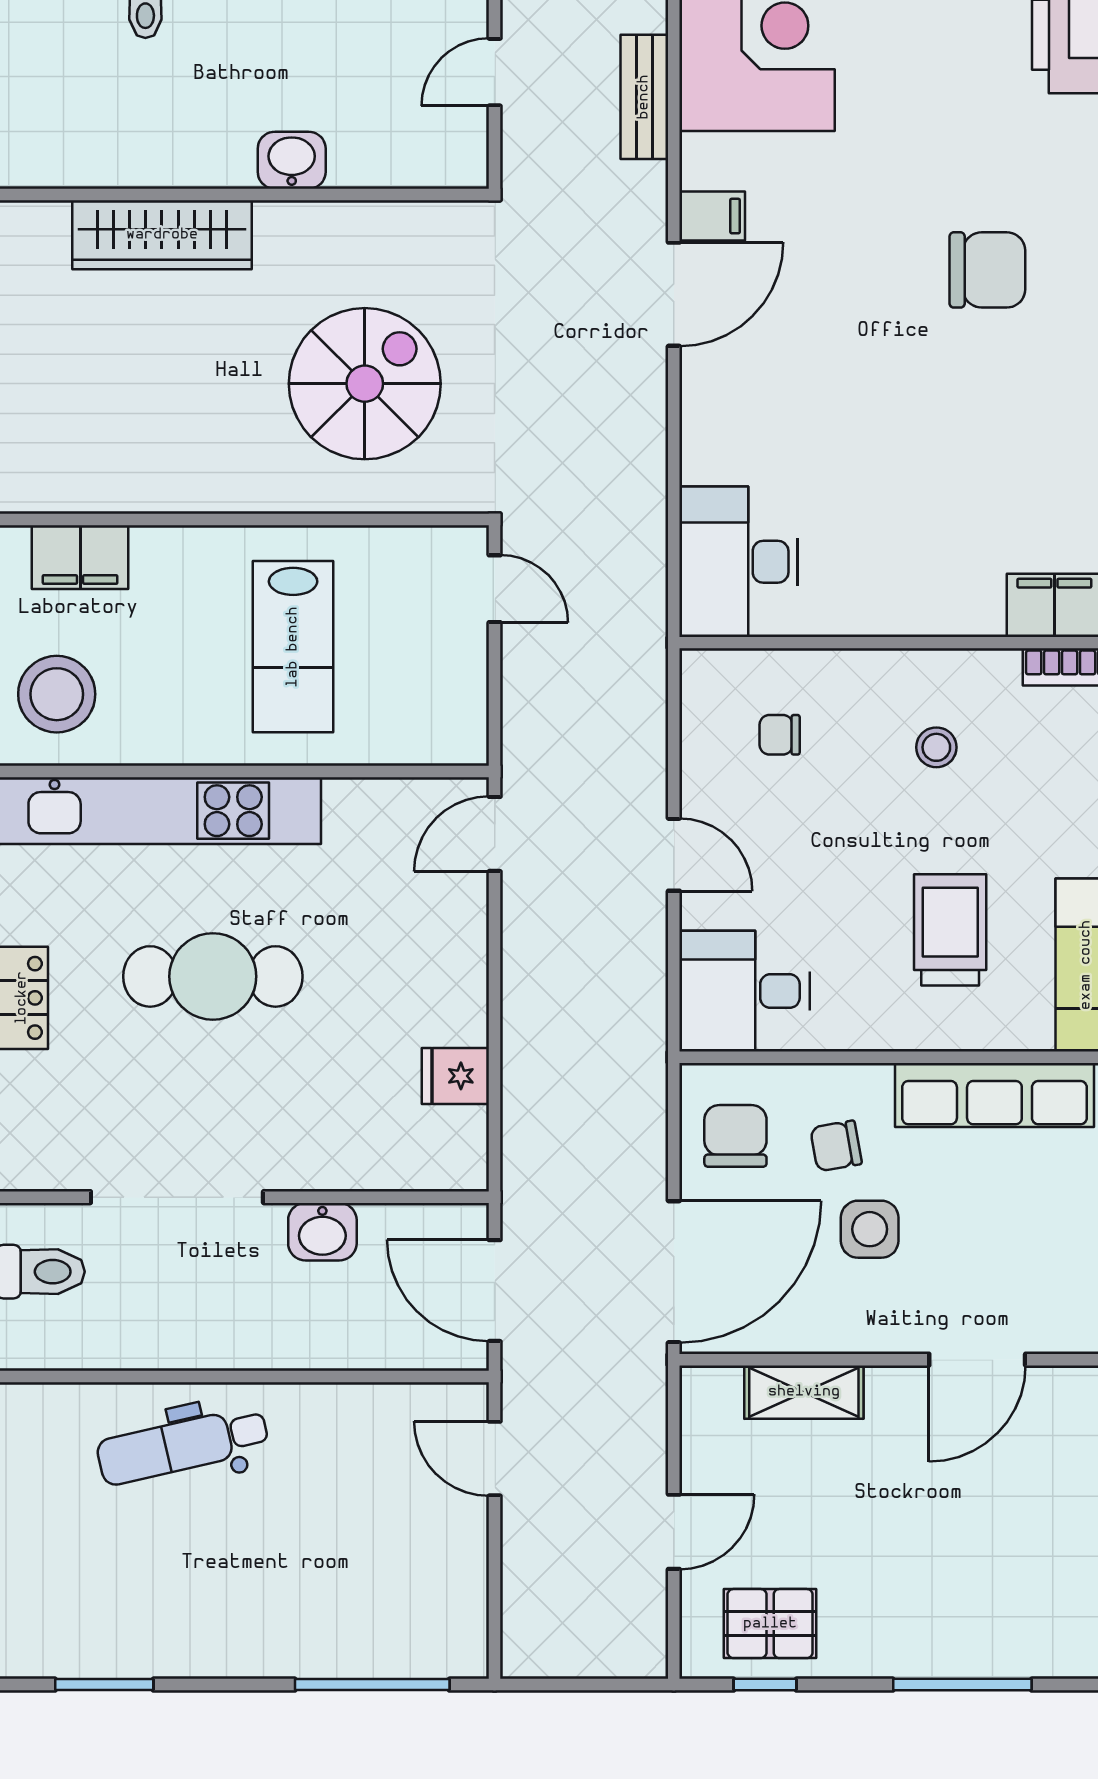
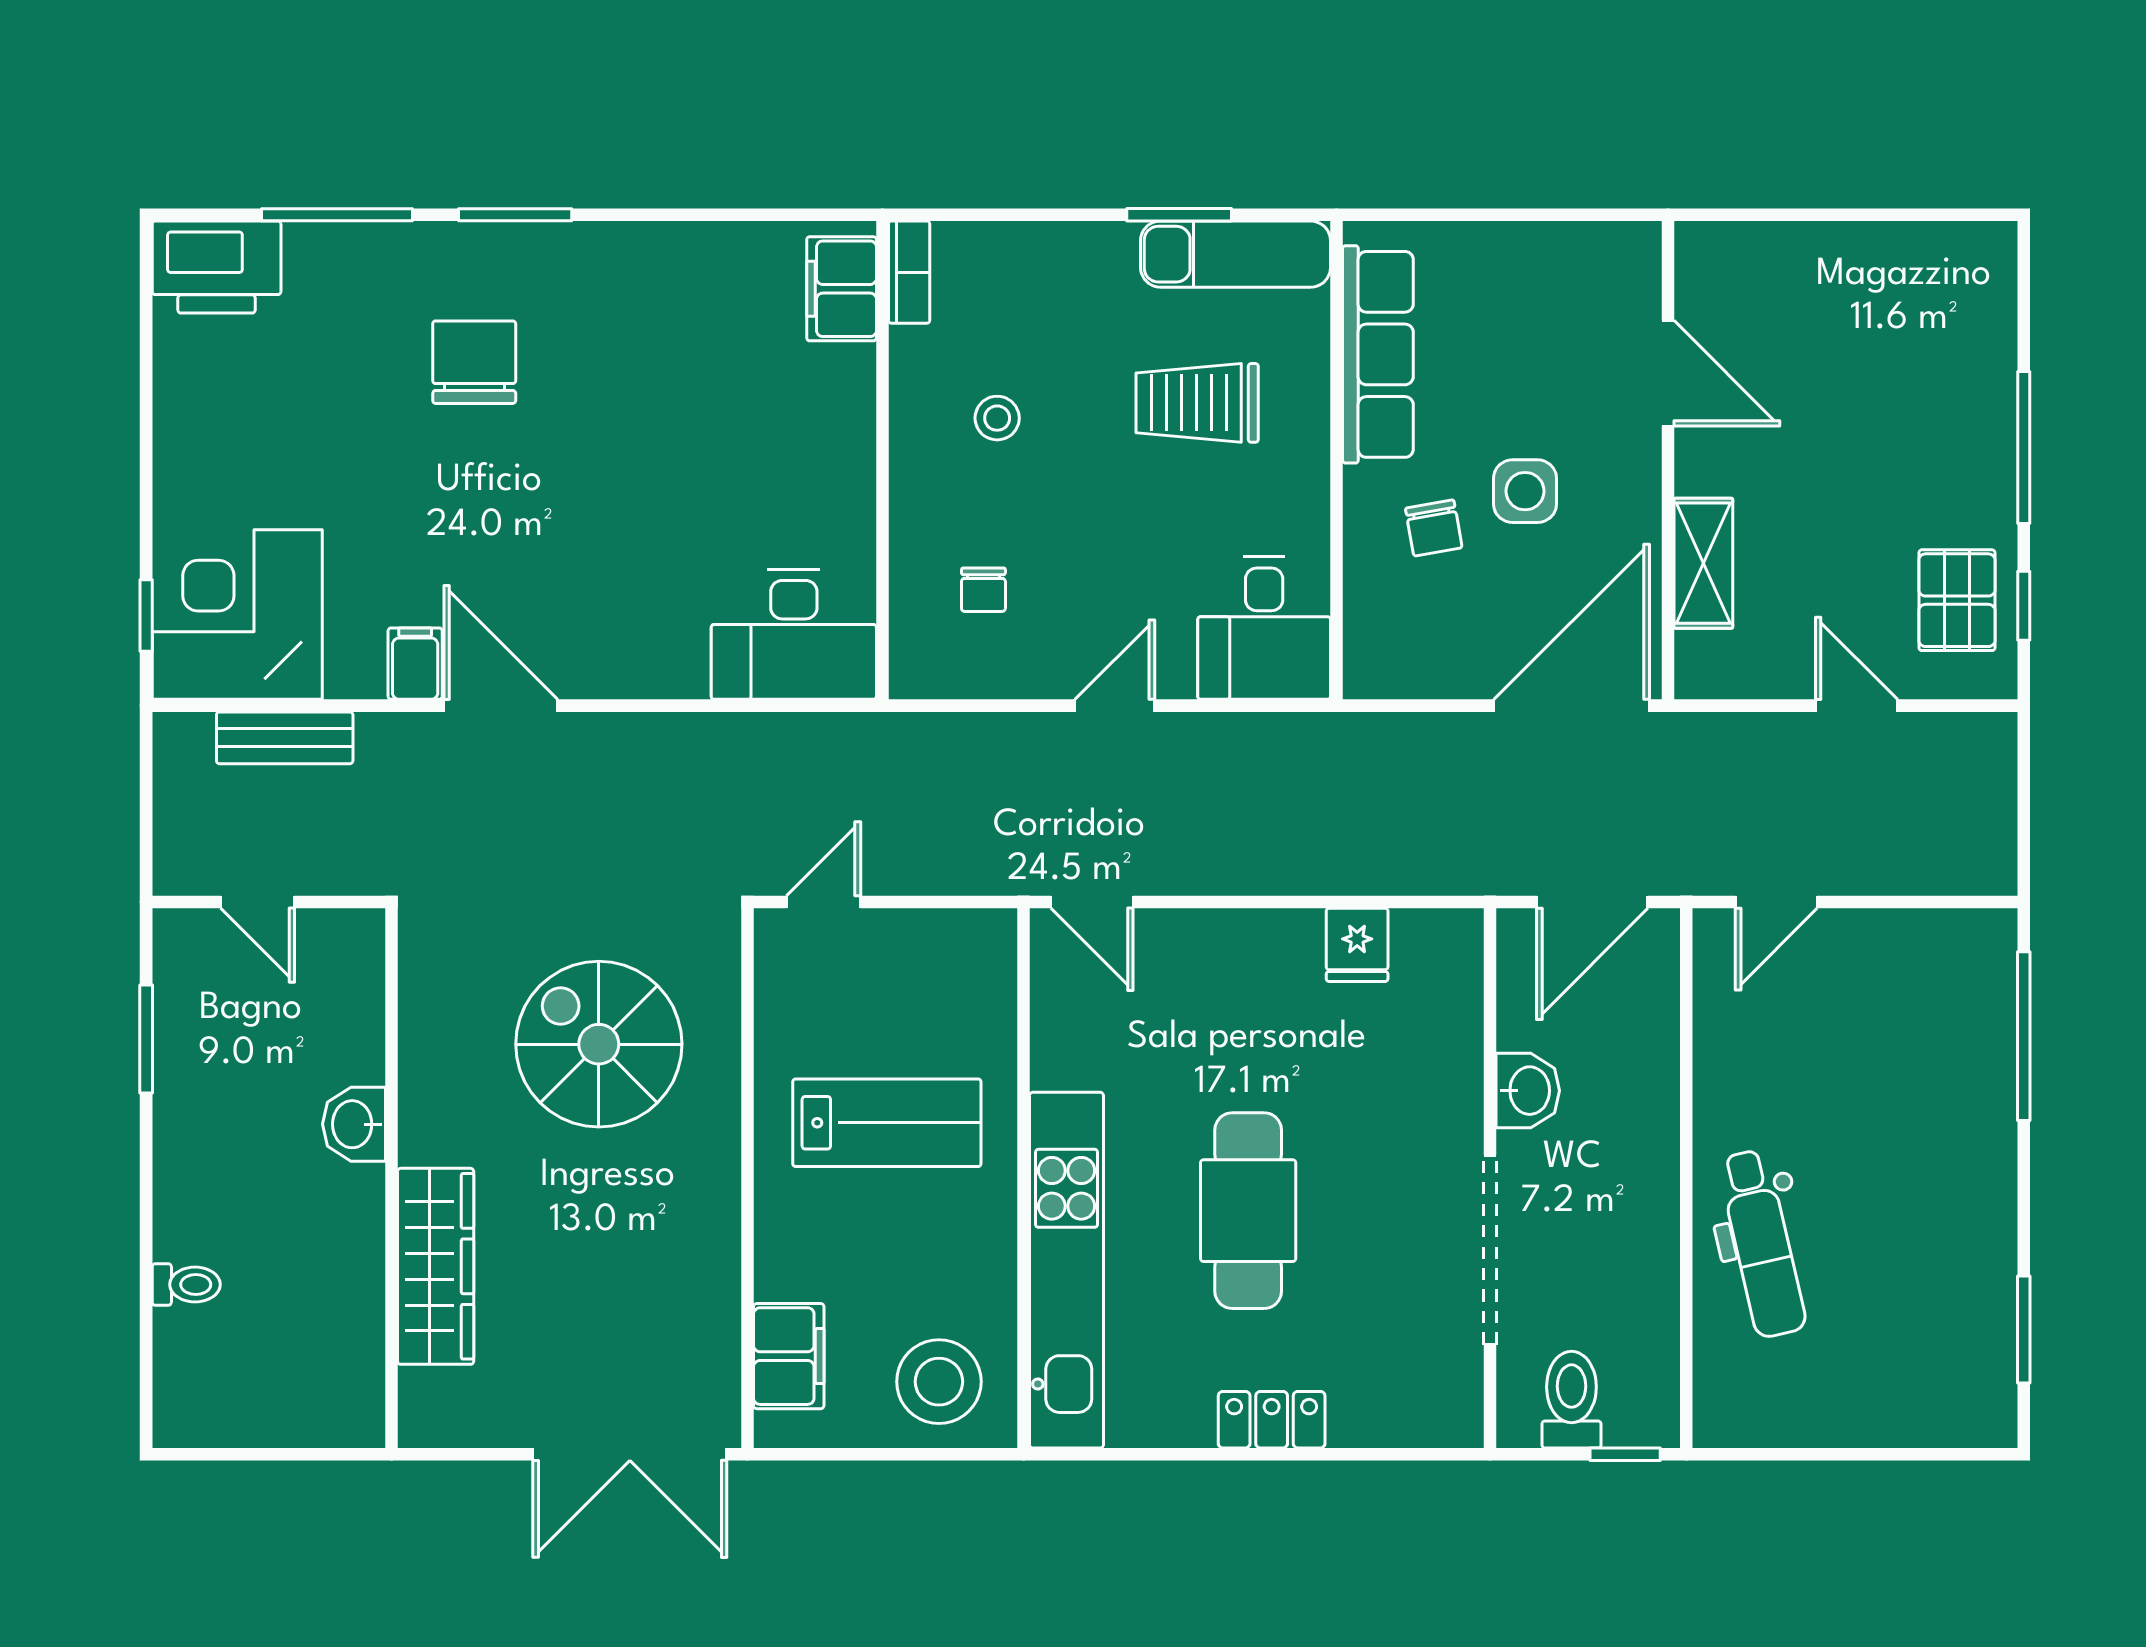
chair: (735, 1136) -> (1423, 638), removed
door: (674, 1272) -> (1572, 706), hinge flipped
window: (962, 1685) -> (2024, 447), moved

